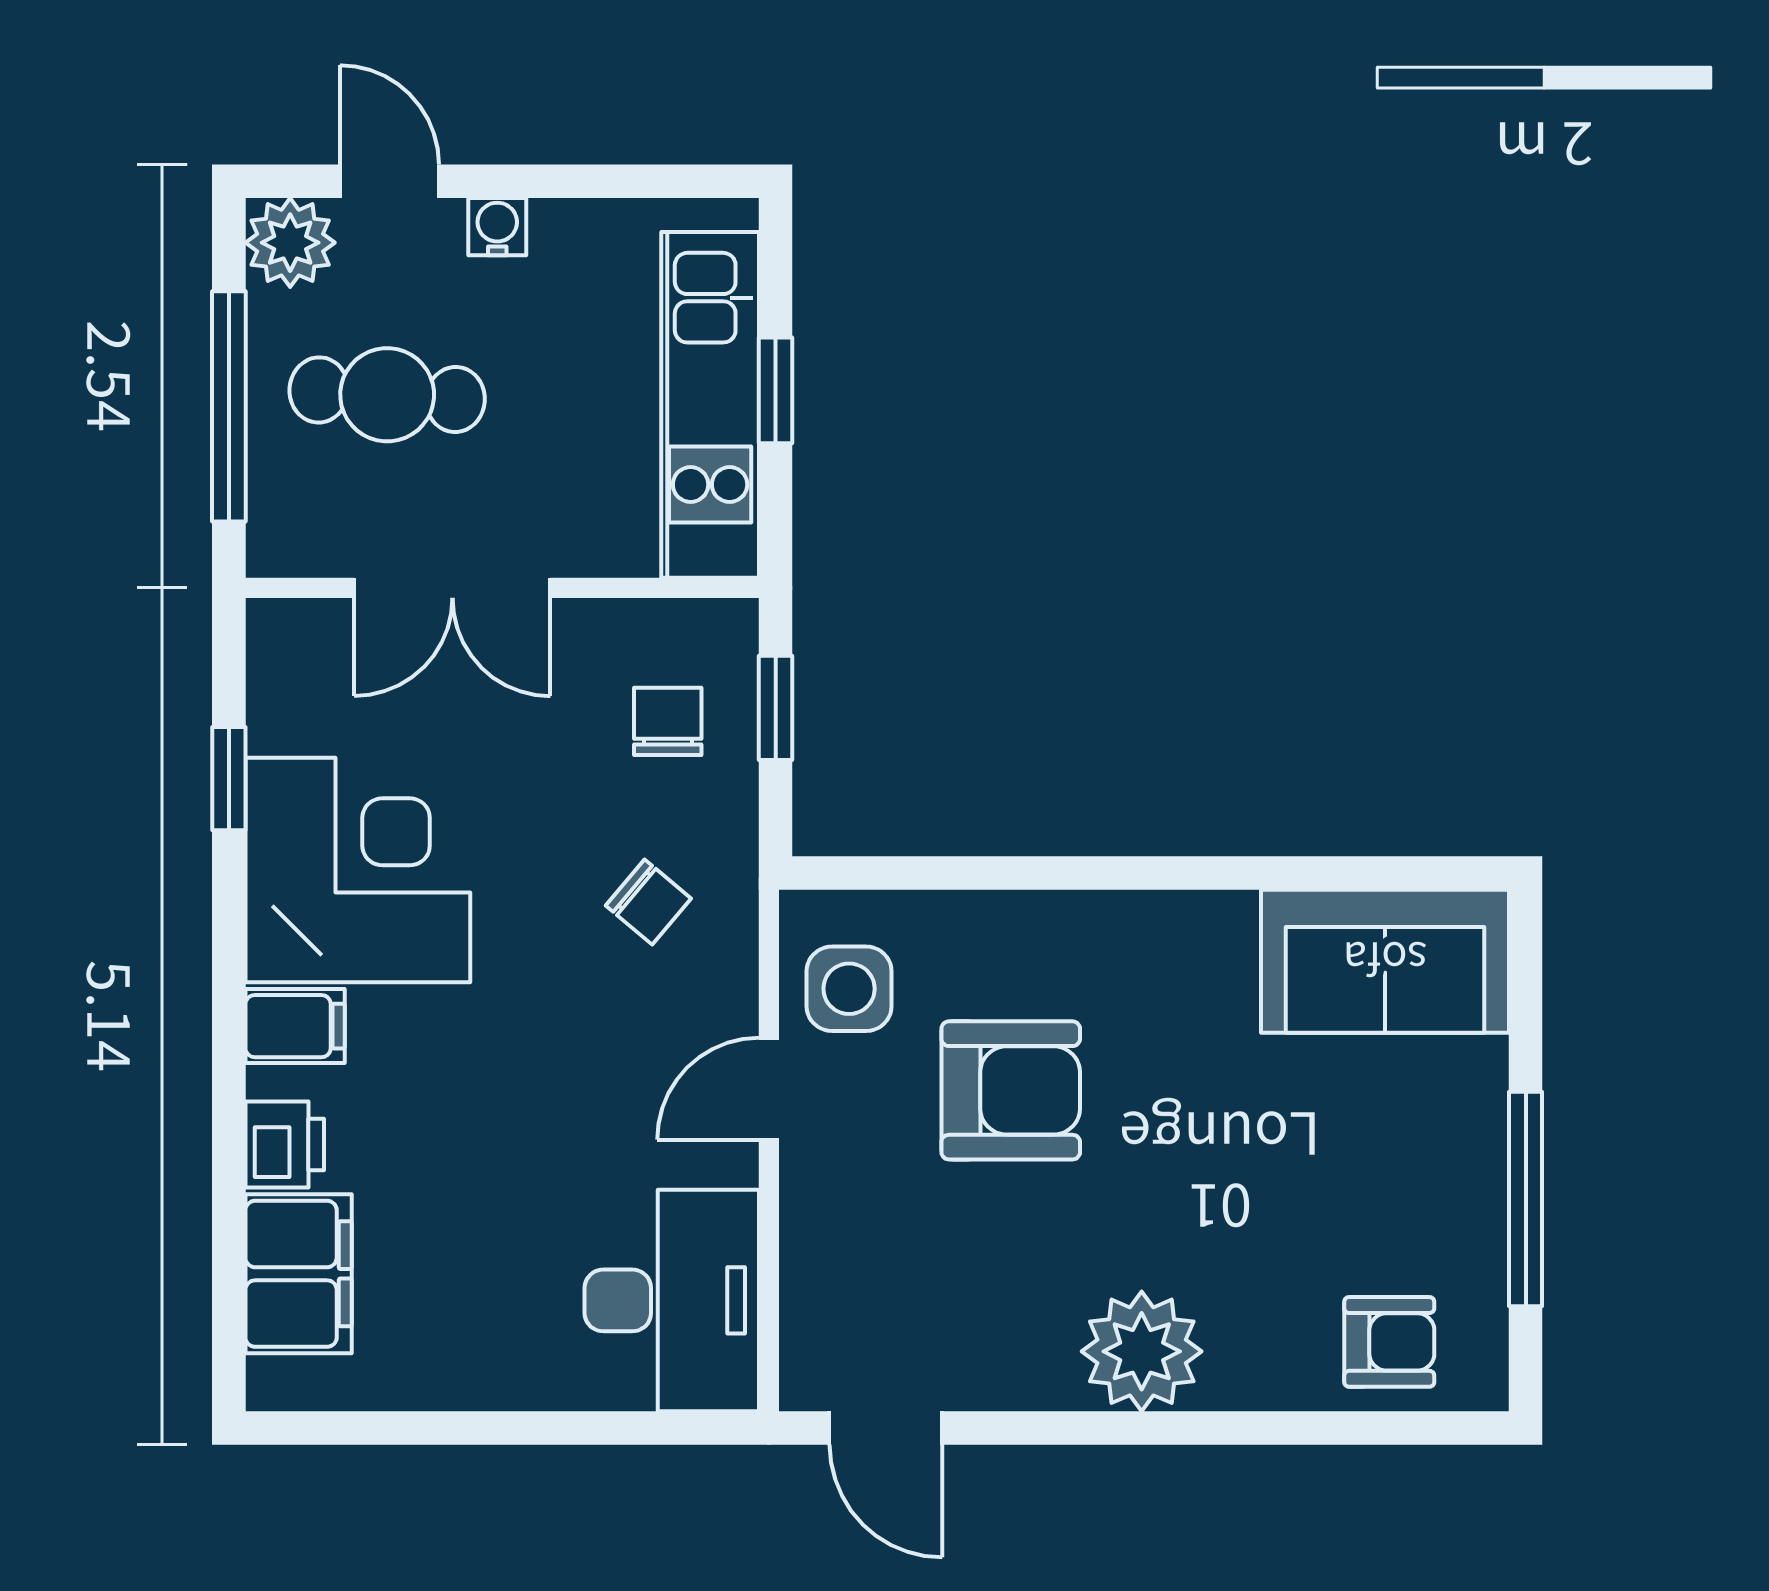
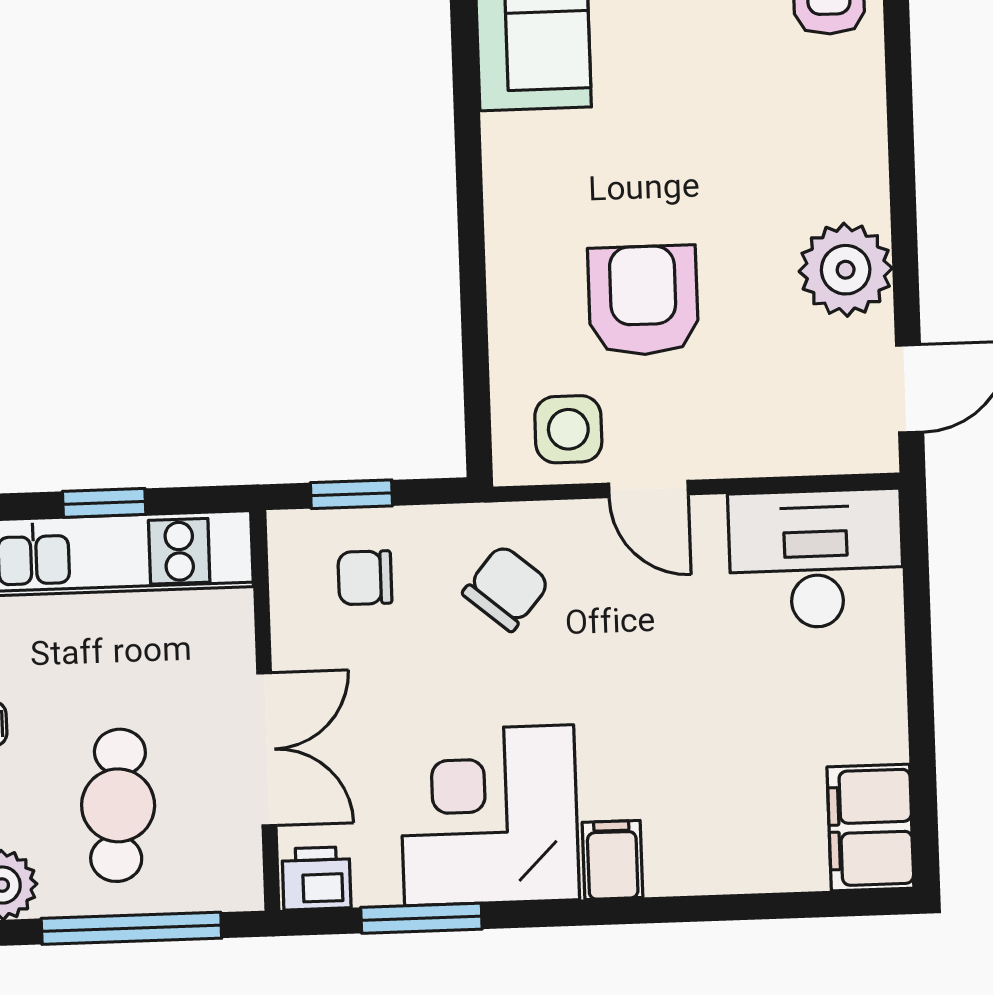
window: (229, 779) -> (421, 918), width x1.50
chair: (648, 902) -> (506, 588), width x1.37, depth x1.37
printer: (285, 1144) -> (317, 878), moved
filing cabinet: (299, 1274) -> (870, 827), moved, turned -90
plant: (1142, 1351) -> (846, 270), moved

